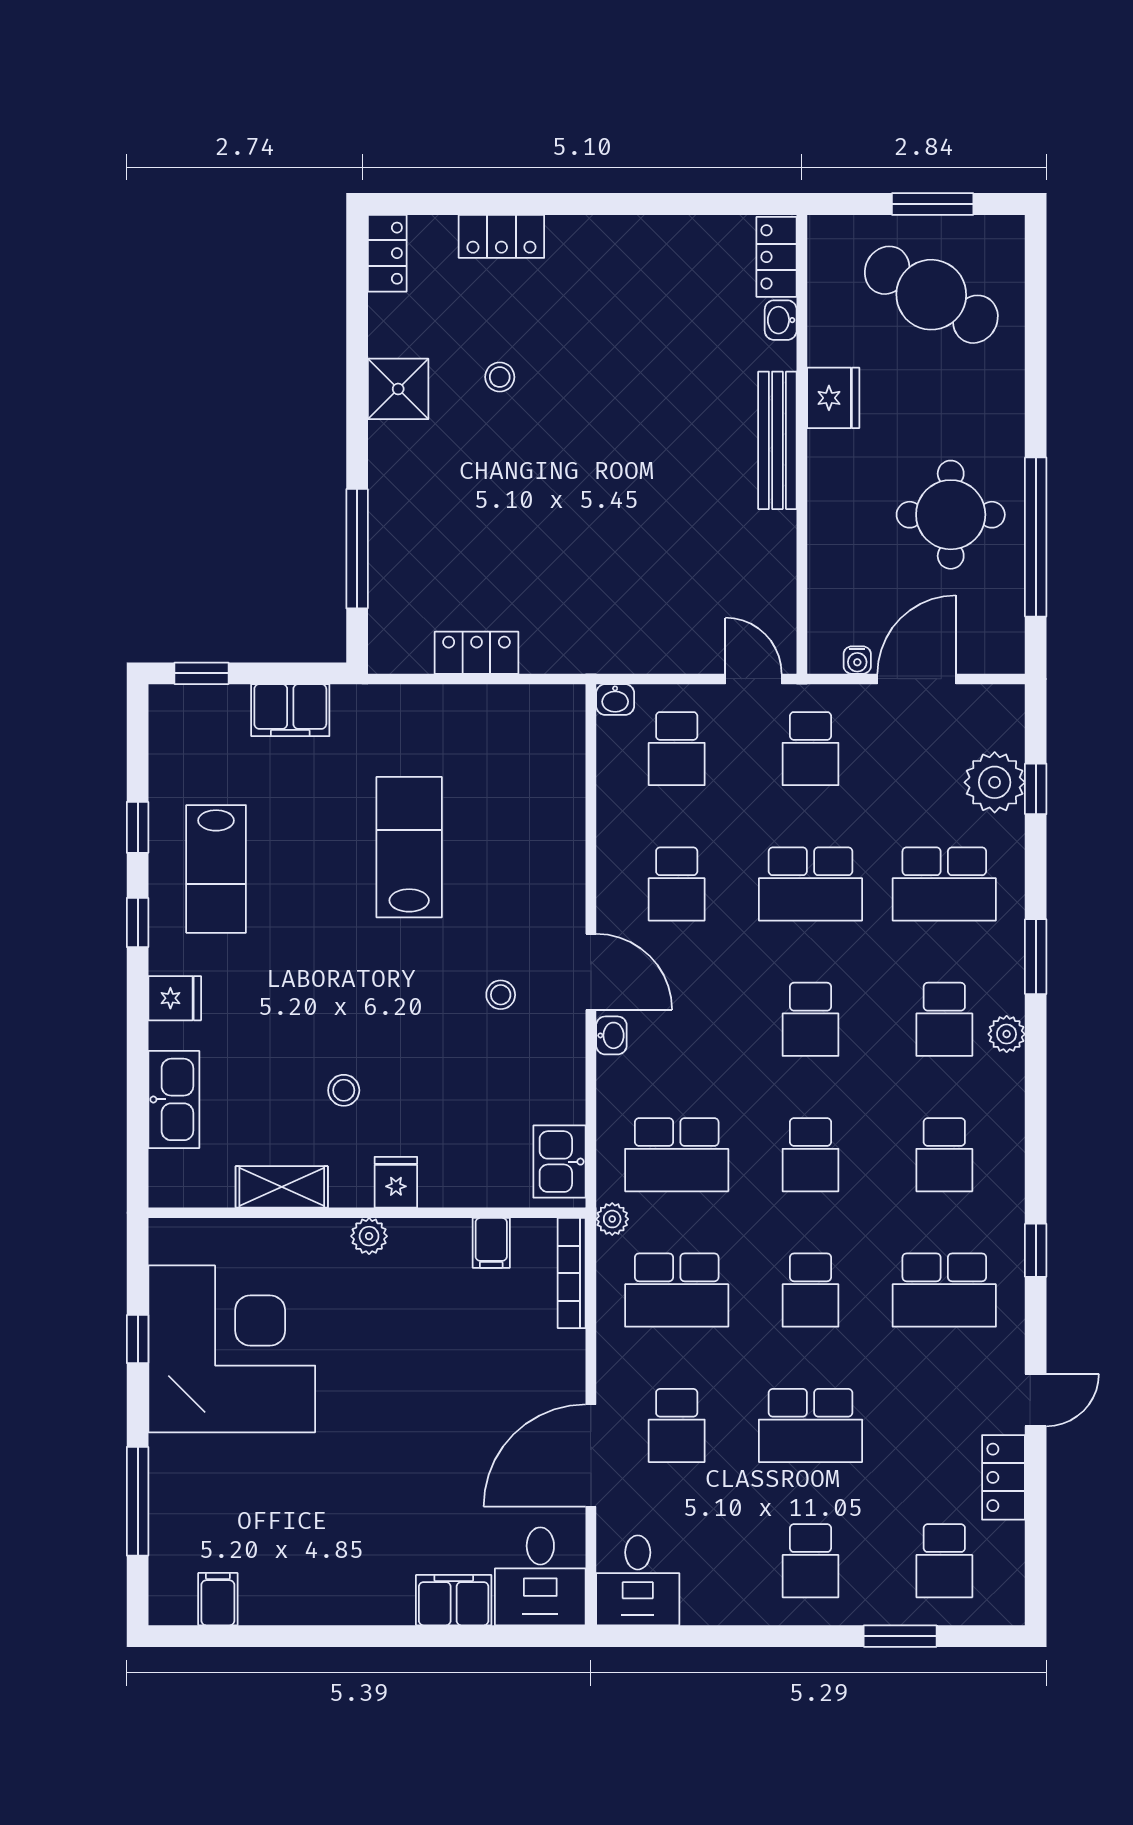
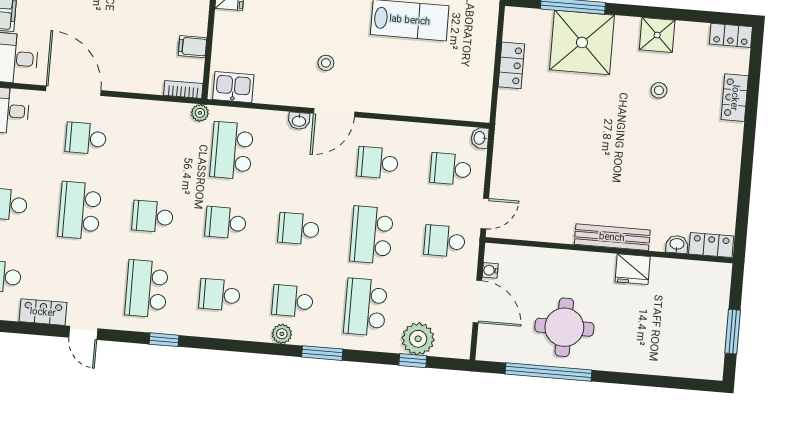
cafe table: (931, 295) -> (684, 327), removed
shower: (423, 526) -> (582, 42), added
bookcase: (572, 1273) -> (183, 89), width x0.64
school desk: (677, 1290) -> (159, 144), removed

